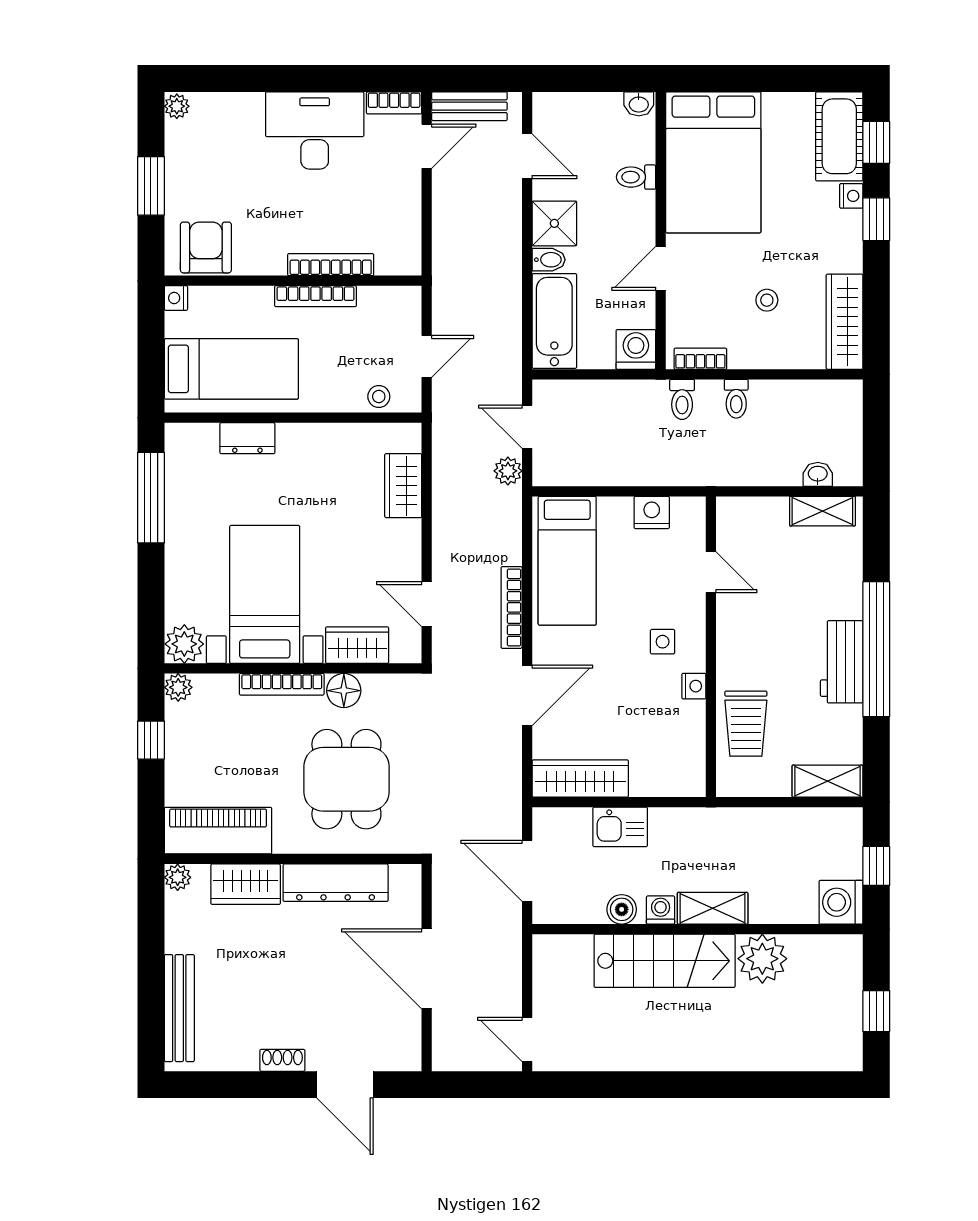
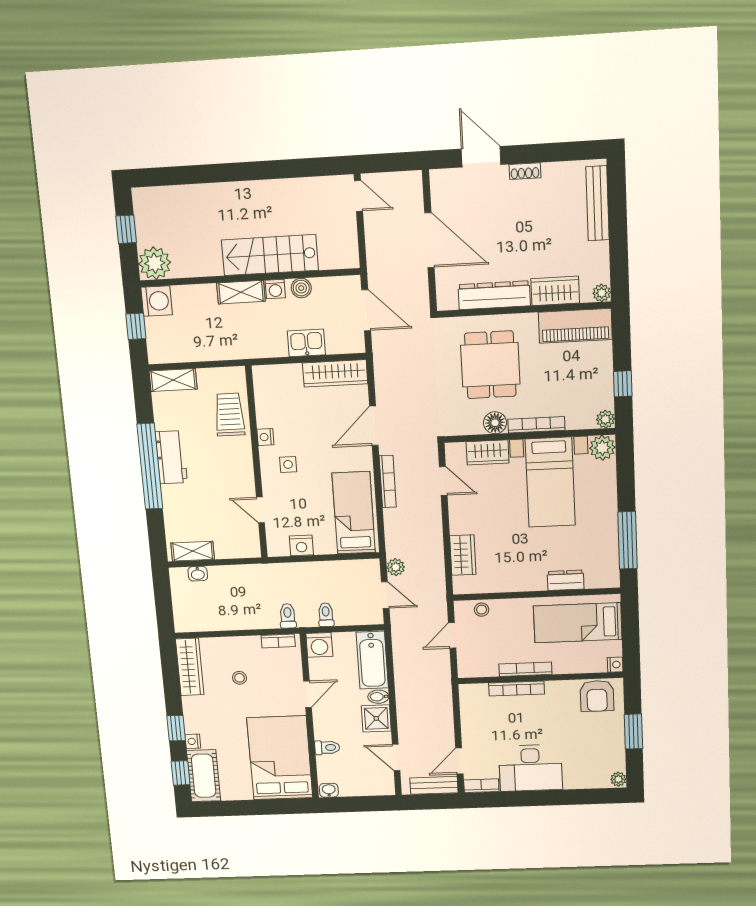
toilet: (736, 399) -> (326, 615), moved
plant: (762, 959) -> (155, 263), moved

